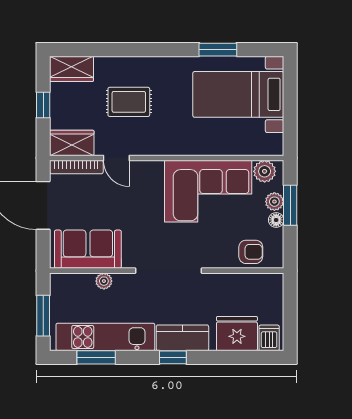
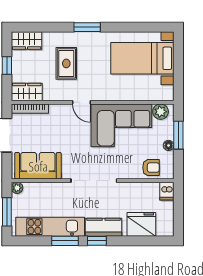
window: (218, 50) -> (87, 27), moved
rug: (129, 102) -> (66, 63), turned 90
door: (116, 158) -> (81, 102), moved
plant: (274, 202) -> (167, 133), removed
plant: (104, 281) -> (17, 188), moved
dishwasher: (269, 338) -> (167, 191), moved, turned 180
window: (96, 357) -> (65, 241), moved

